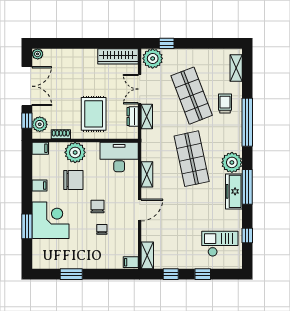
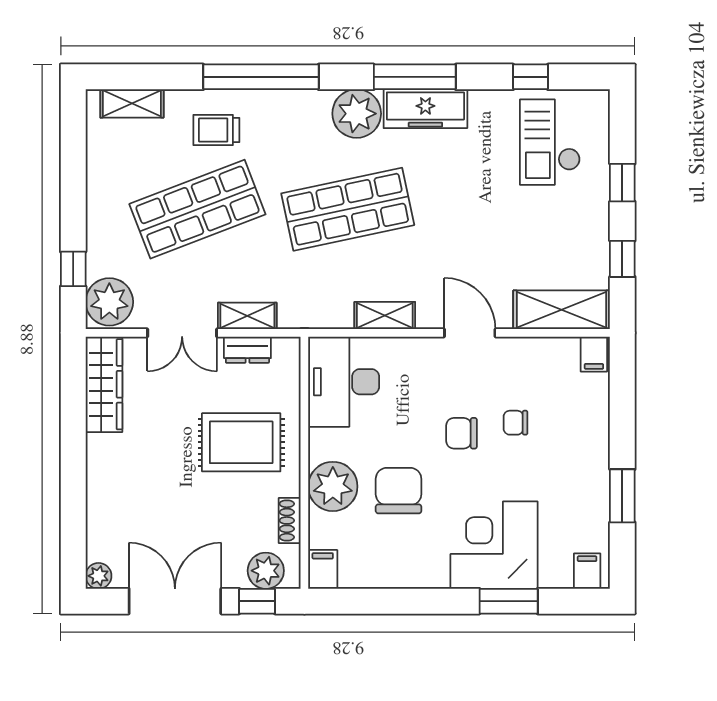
filing cabinet: (40, 186) -> (587, 571), moved
shelving: (147, 255) -> (562, 310), width x1.50, depth x1.33

